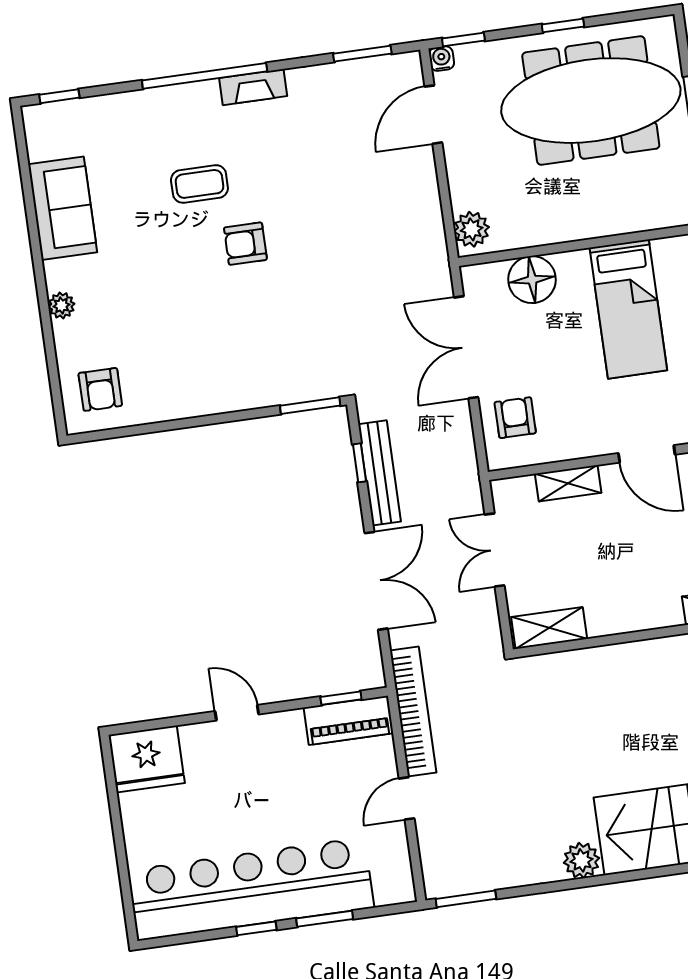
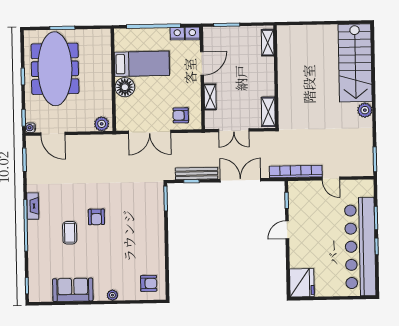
floor lamp: (532, 280) -> (125, 87), moved
door: (237, 713) -> (287, 230), moved
piano: (349, 720) -> (296, 198), removed

